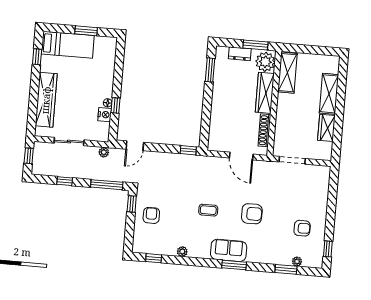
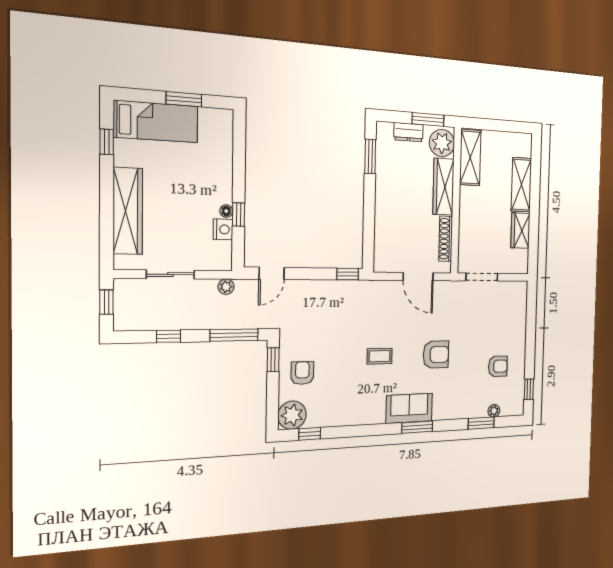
plant: (182, 252) -> (292, 415), moved, width x1.87, depth x1.87

